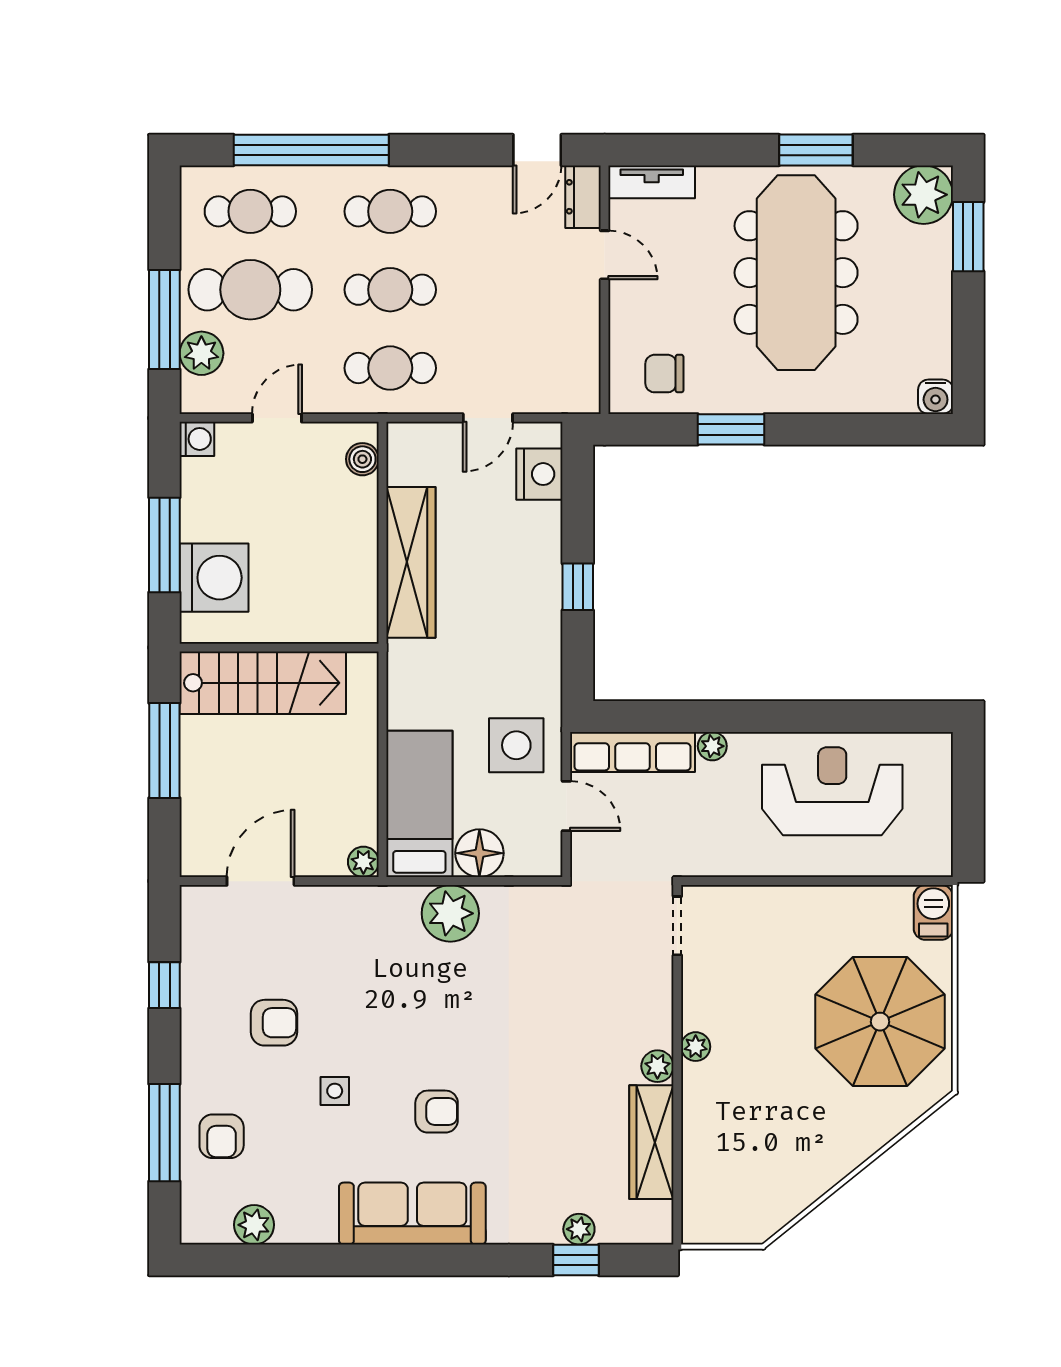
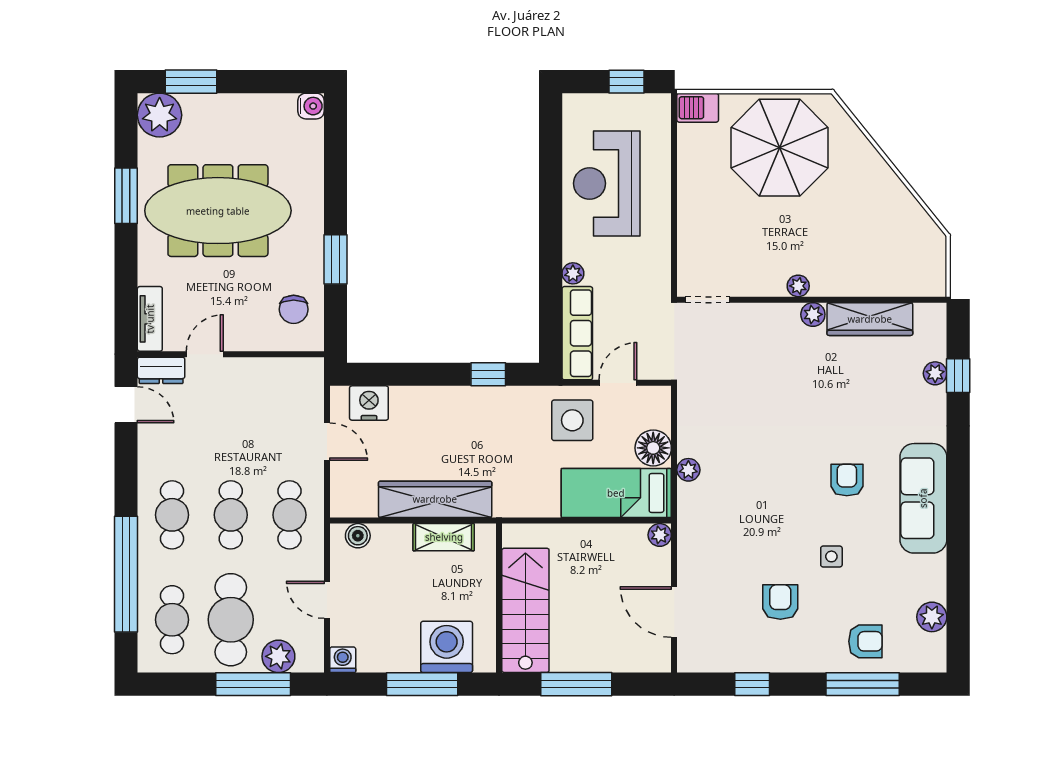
shelving: (360, 574) -> (444, 537), added
window: (578, 587) -> (488, 374), moved
window: (968, 817) -> (626, 82), added
plant: (450, 913) -> (688, 470), width x0.53, depth x0.53

